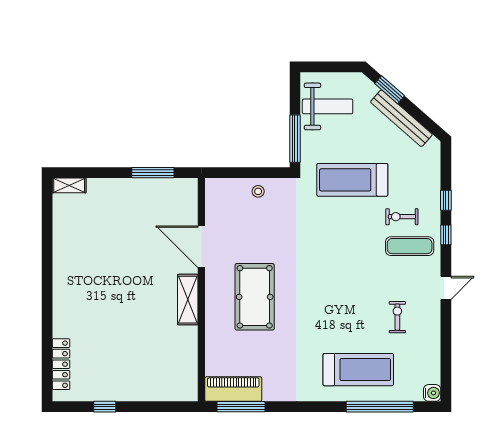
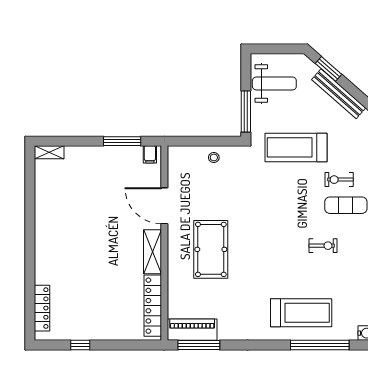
filing cabinet: (185, 188) -> (150, 154), added
exercise bike: (397, 317) -> (323, 246), moved, turned 90
locker: (188, 361) -> (153, 306), added

